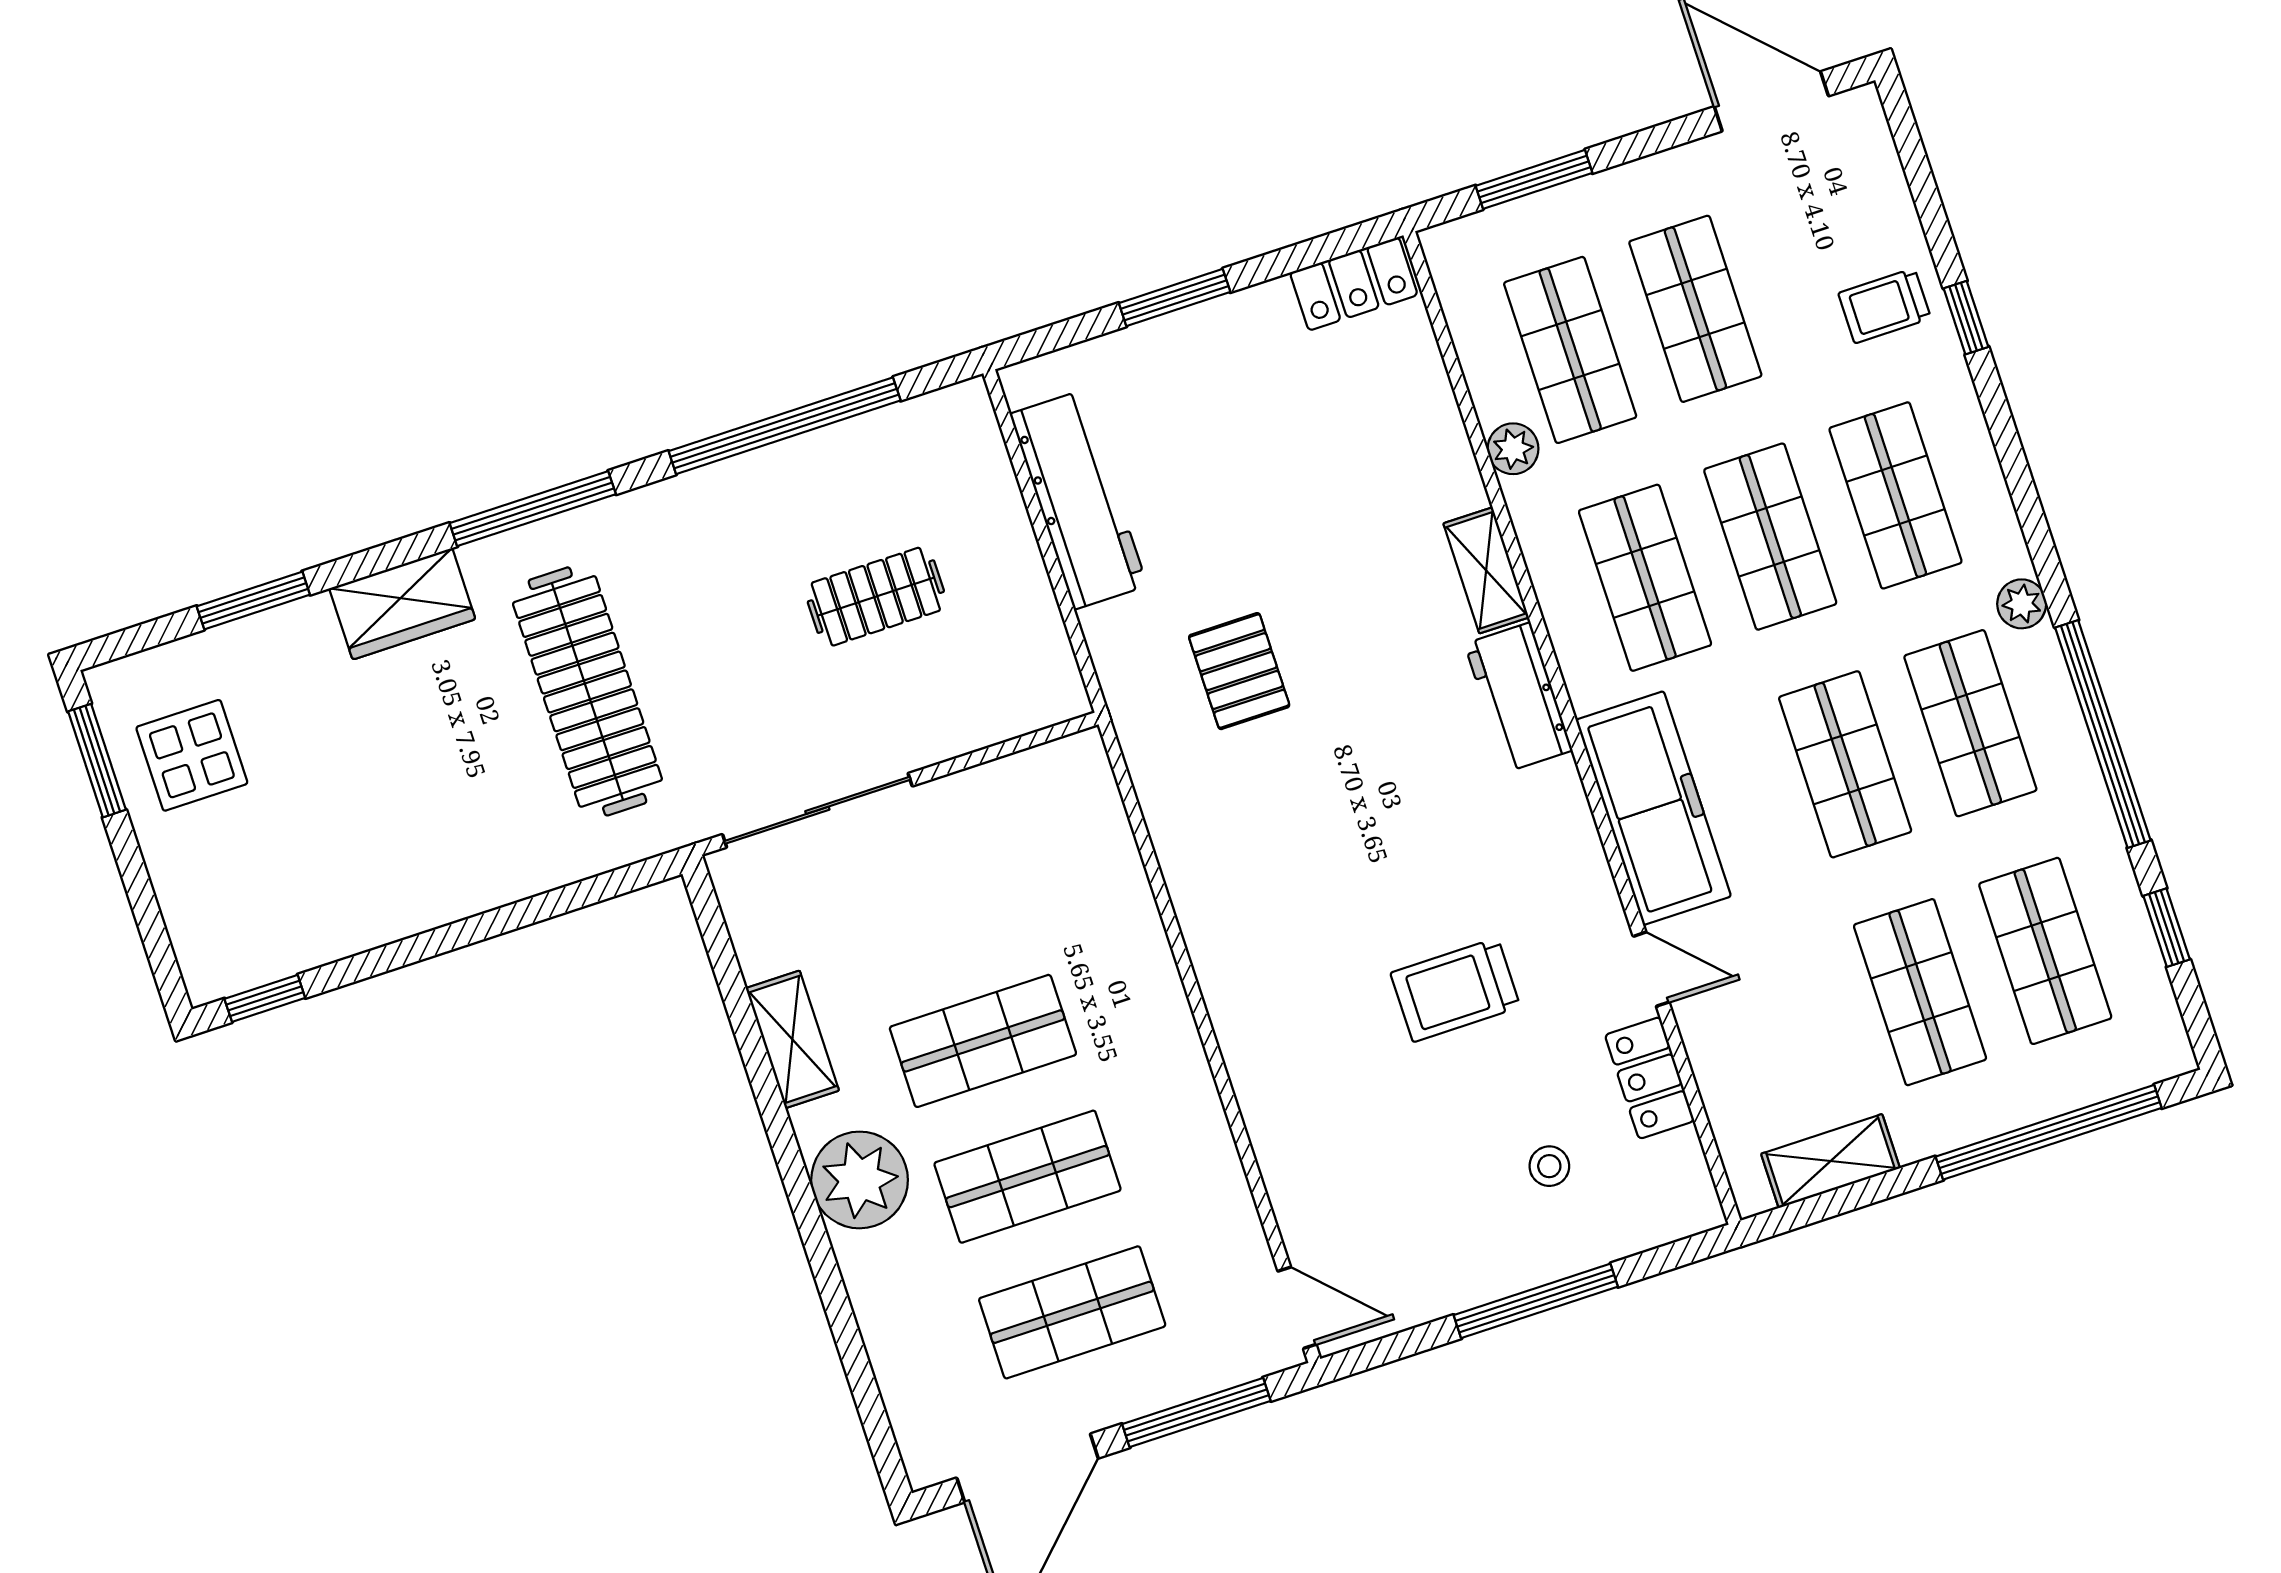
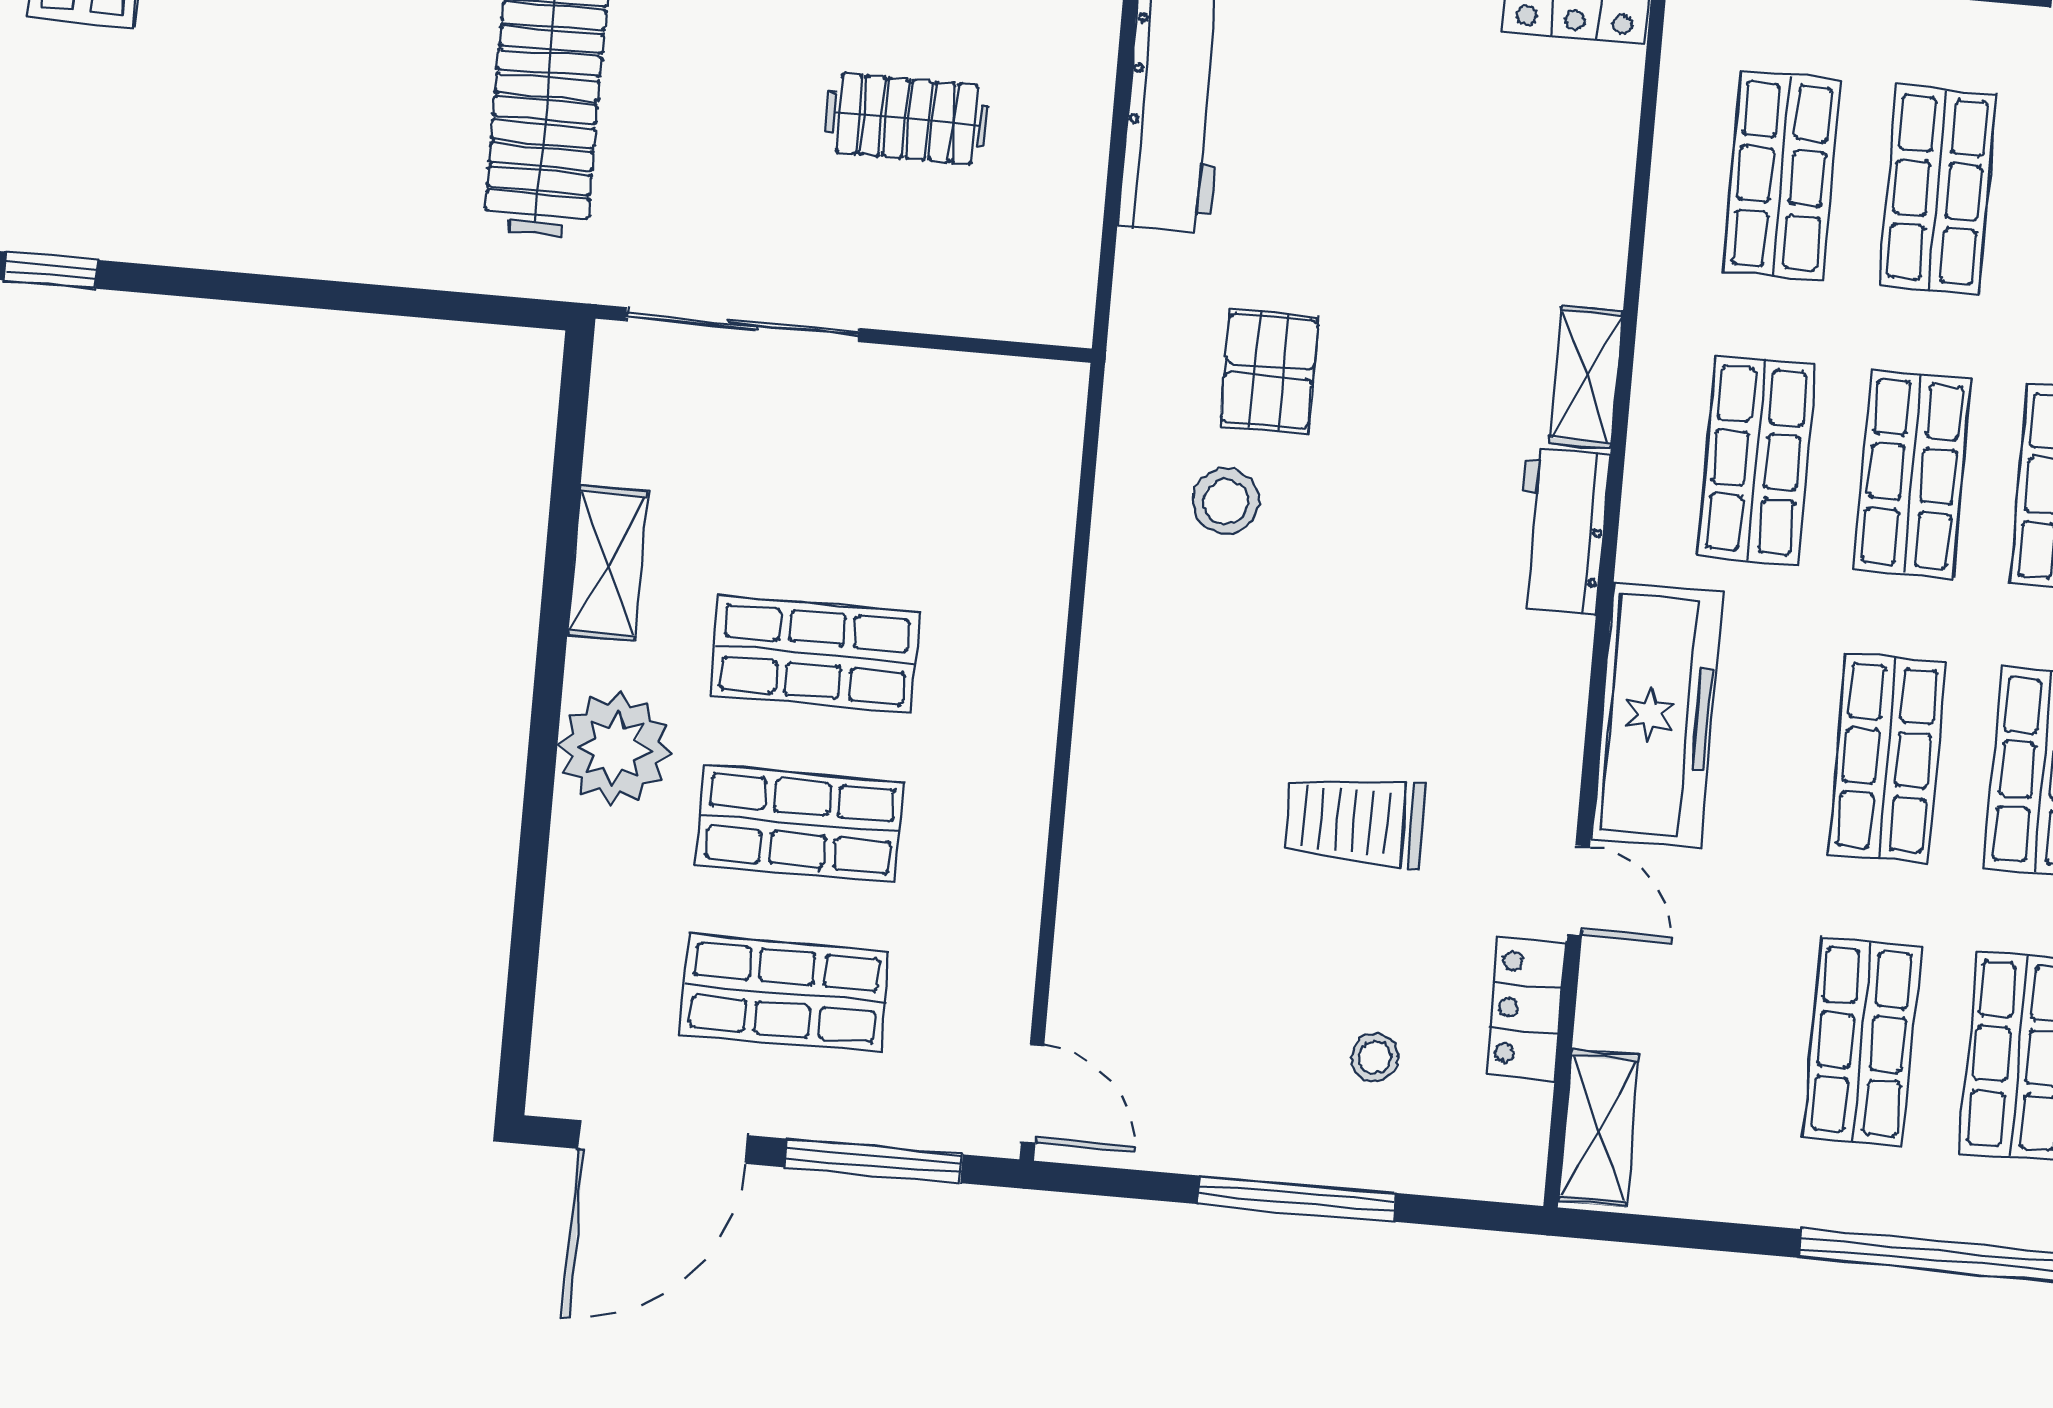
plant: (1513, 449) -> (1673, 257), removed
stool: (1249, 786) -> (1226, 501), added
shelving: (1831, 1161) -> (1599, 1128), moved, turned 90

